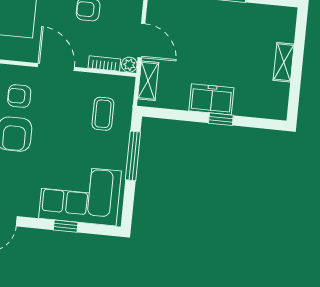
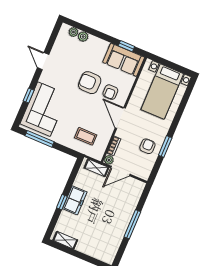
shelving: (284, 62) -> (65, 240), moved
door: (56, 67) -> (120, 118), swing flipped
armchair: (19, 96) -> (110, 92), turned 180
window: (133, 156) -> (40, 139), moved

